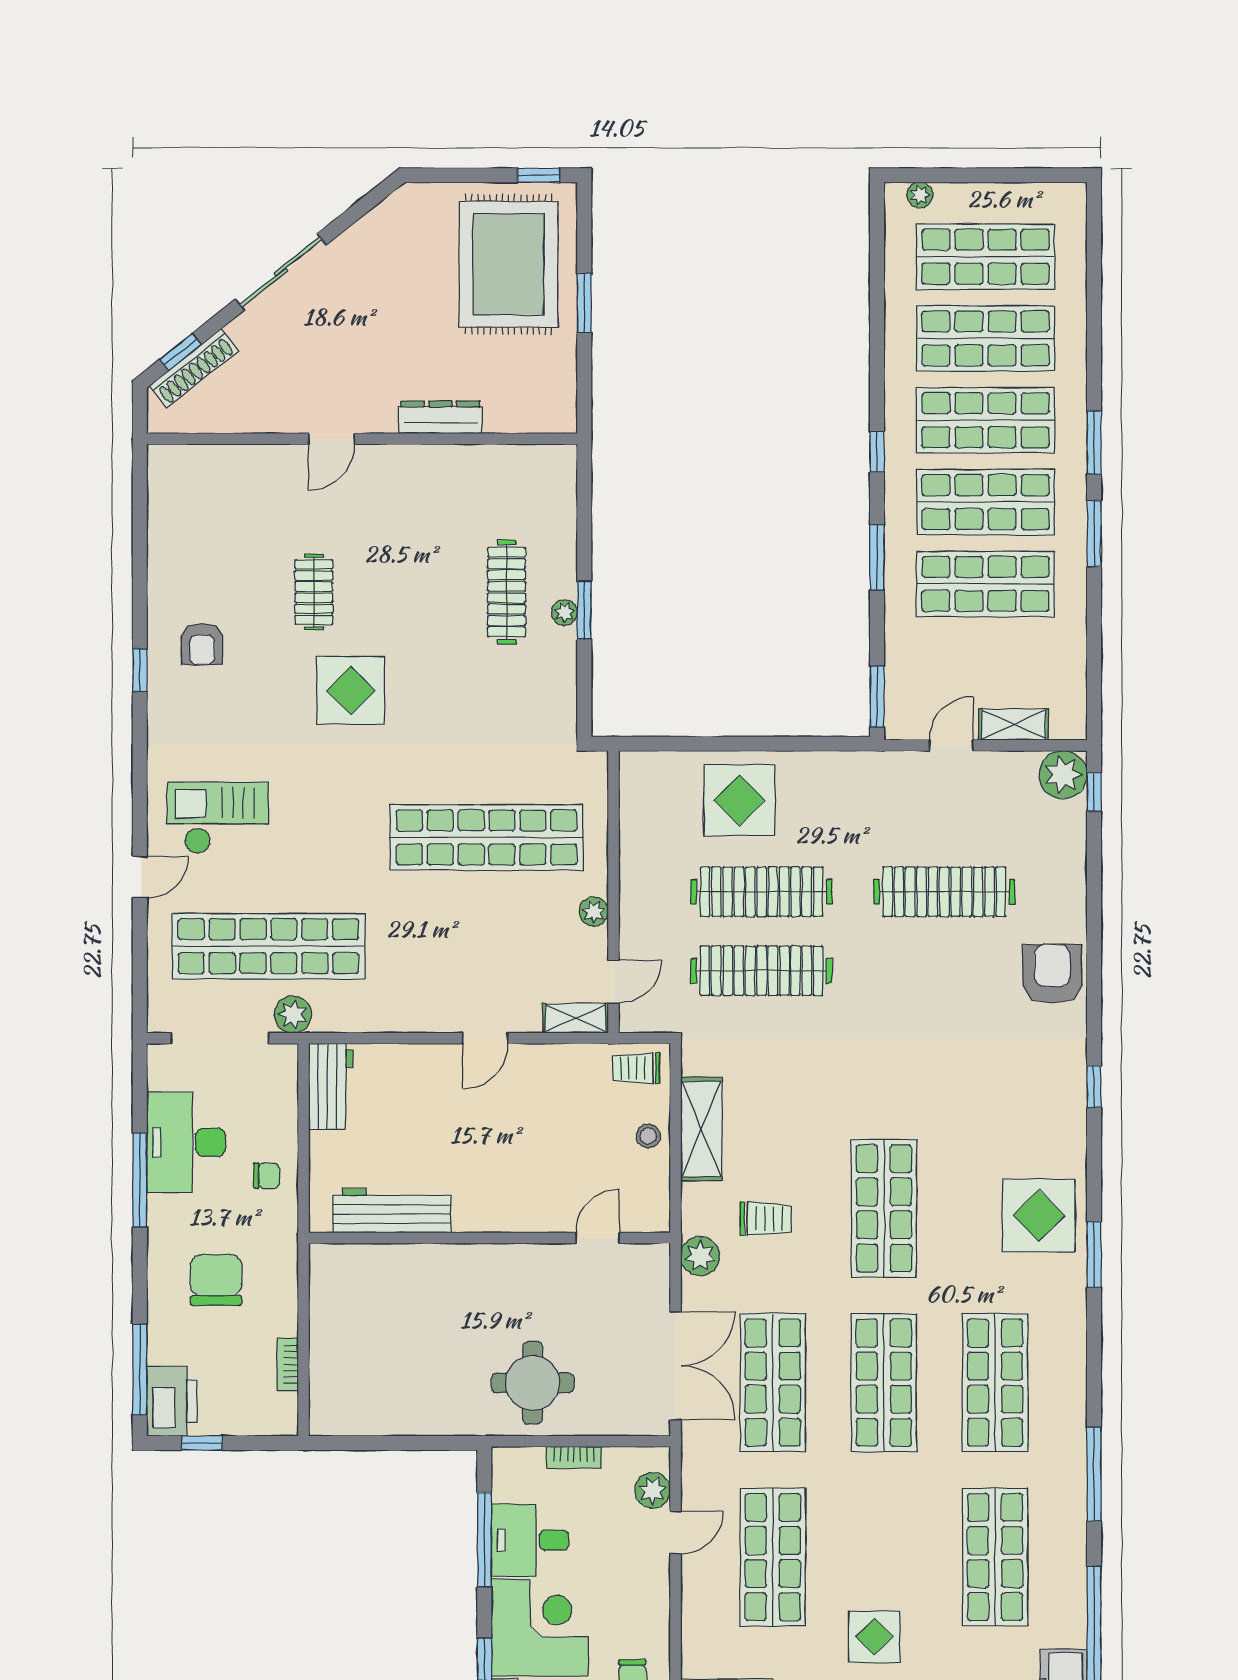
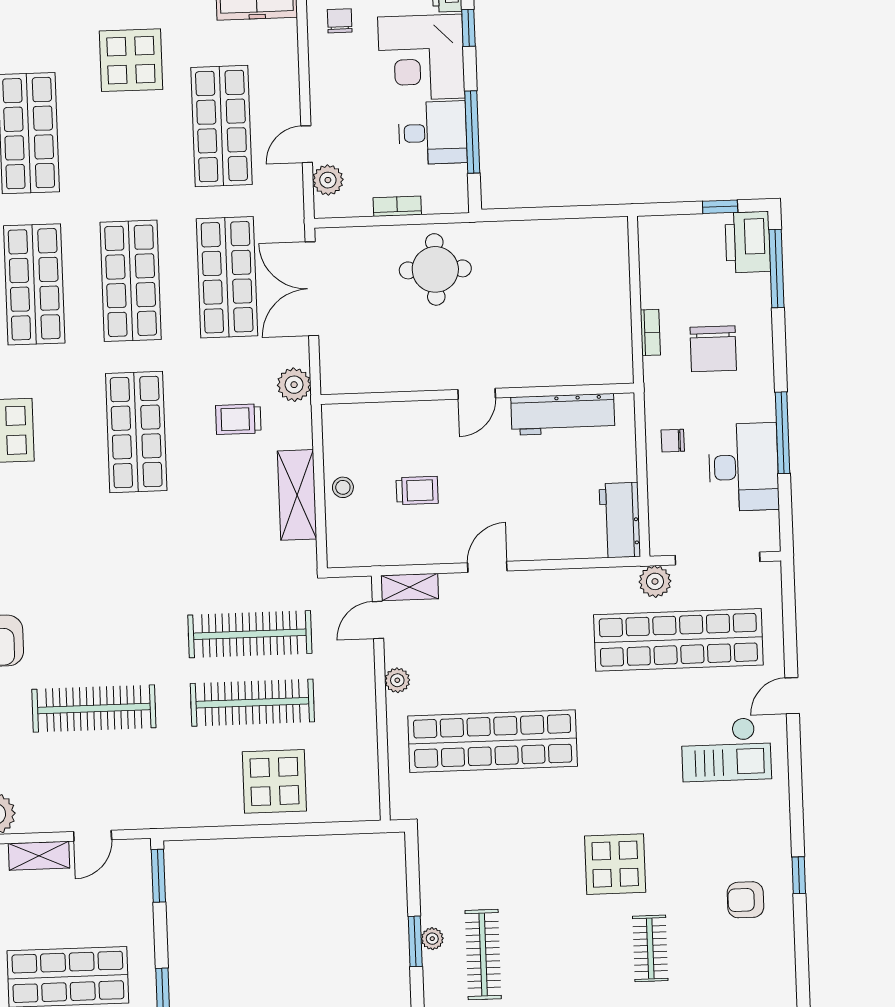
armchair: (202, 644) -> (745, 900), turned -90
trolley: (636, 1068) -> (417, 490), moved
door: (597, 1238) -> (477, 394), moved
bookcase: (288, 1364) -> (650, 332), moved
display table: (874, 1637) -> (131, 60), width x1.36, depth x1.36

